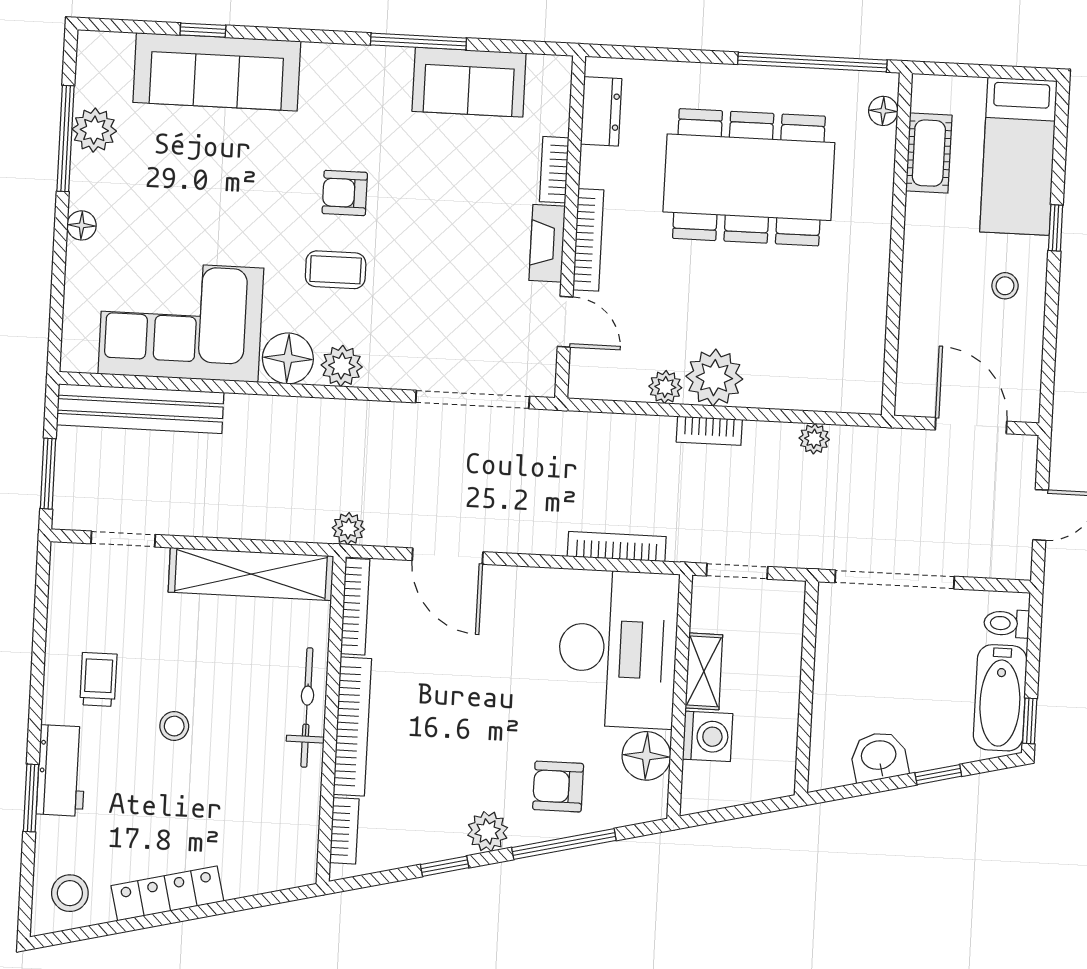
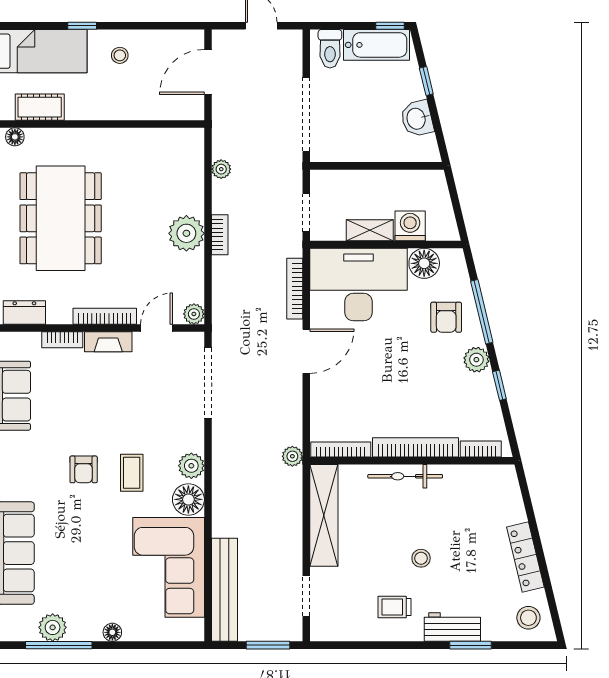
plant: (665, 387) -> (194, 314), moved
door: (448, 556) -> (306, 351), moved
toilet: (1007, 623) -> (330, 49), width x1.37, depth x1.39

